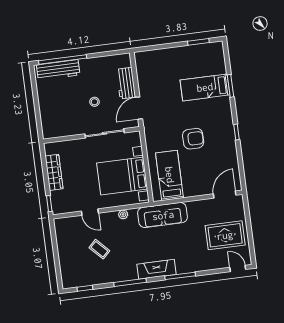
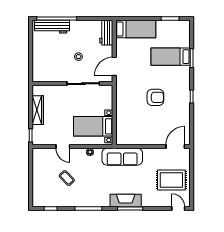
workbench: (126, 83) -> (106, 33), moved
bed: (170, 175) -> (136, 29), moved, turned 90
bed with nightstands: (122, 176) -> (93, 126), width x0.73
fireplace: (156, 269) -> (126, 201), moved

